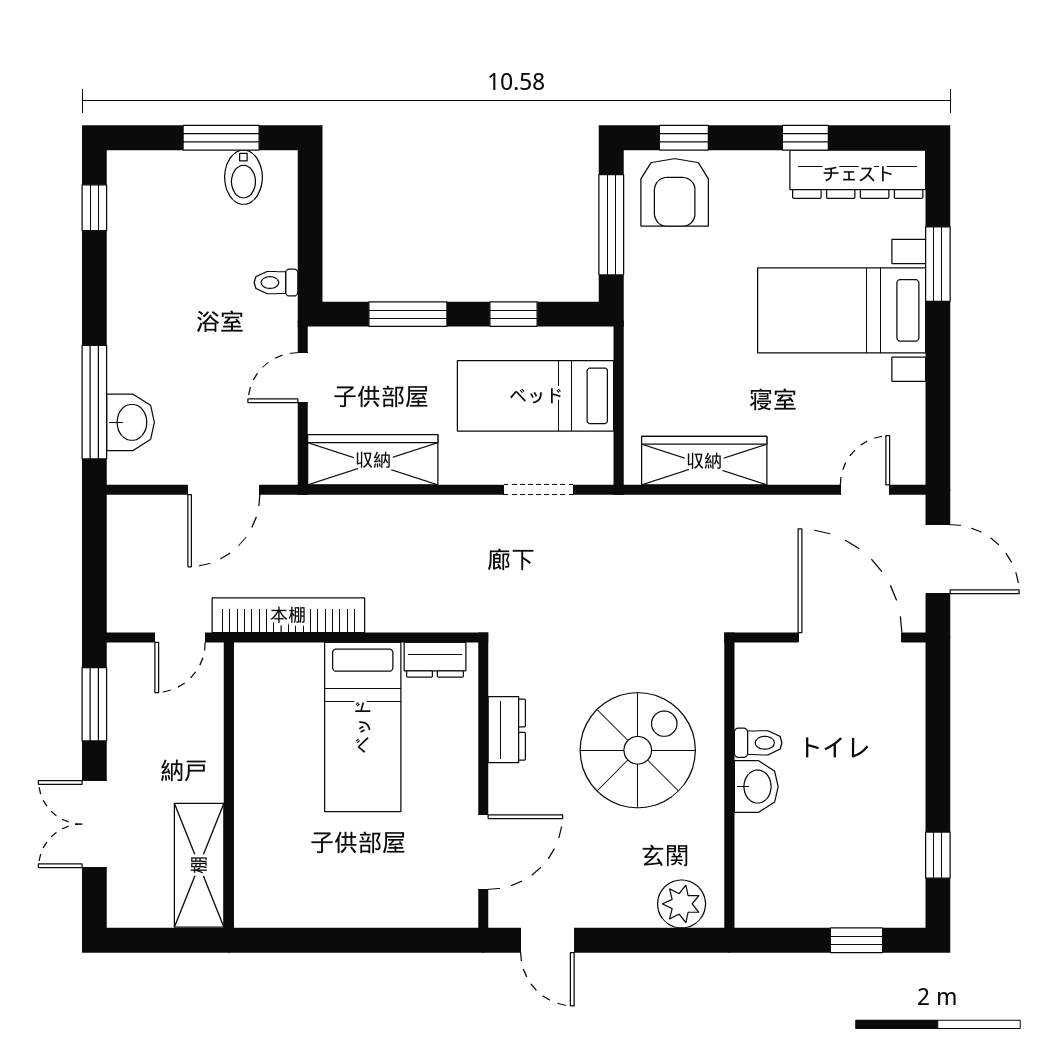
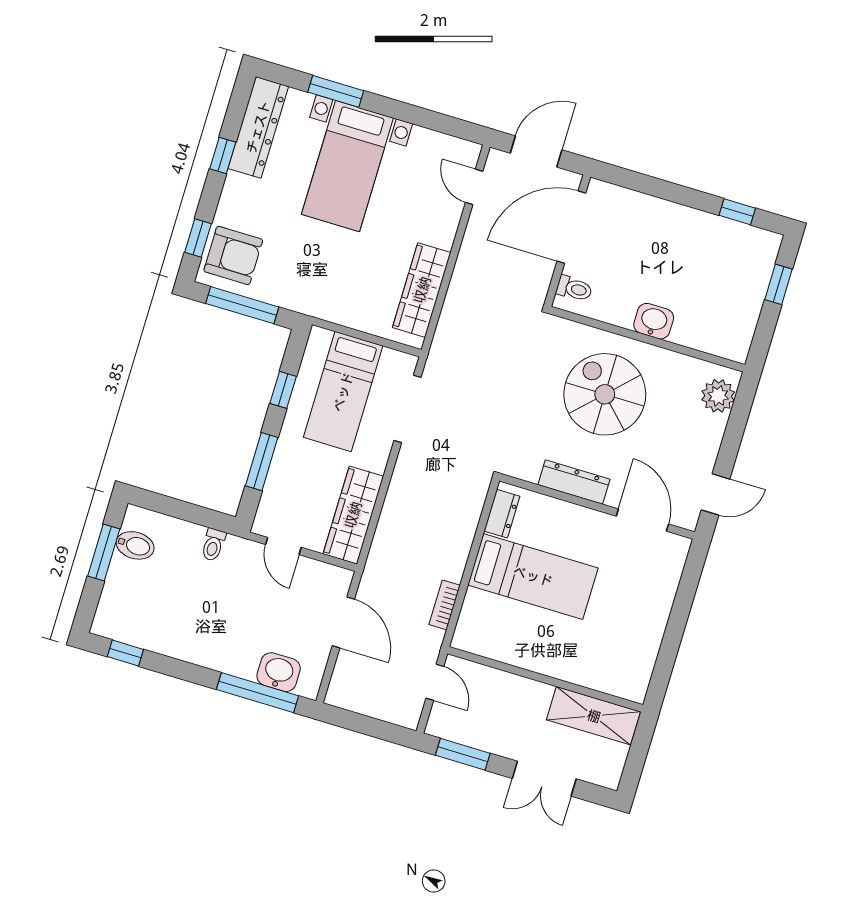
doorway: (538, 490) -> (407, 409), width x1.38
bookcase: (288, 615) -> (445, 605), width x0.43, depth x0.76
dresser: (507, 730) -> (574, 482), width x1.44
toilet: (758, 743) -> (574, 289), moved, turned 90

